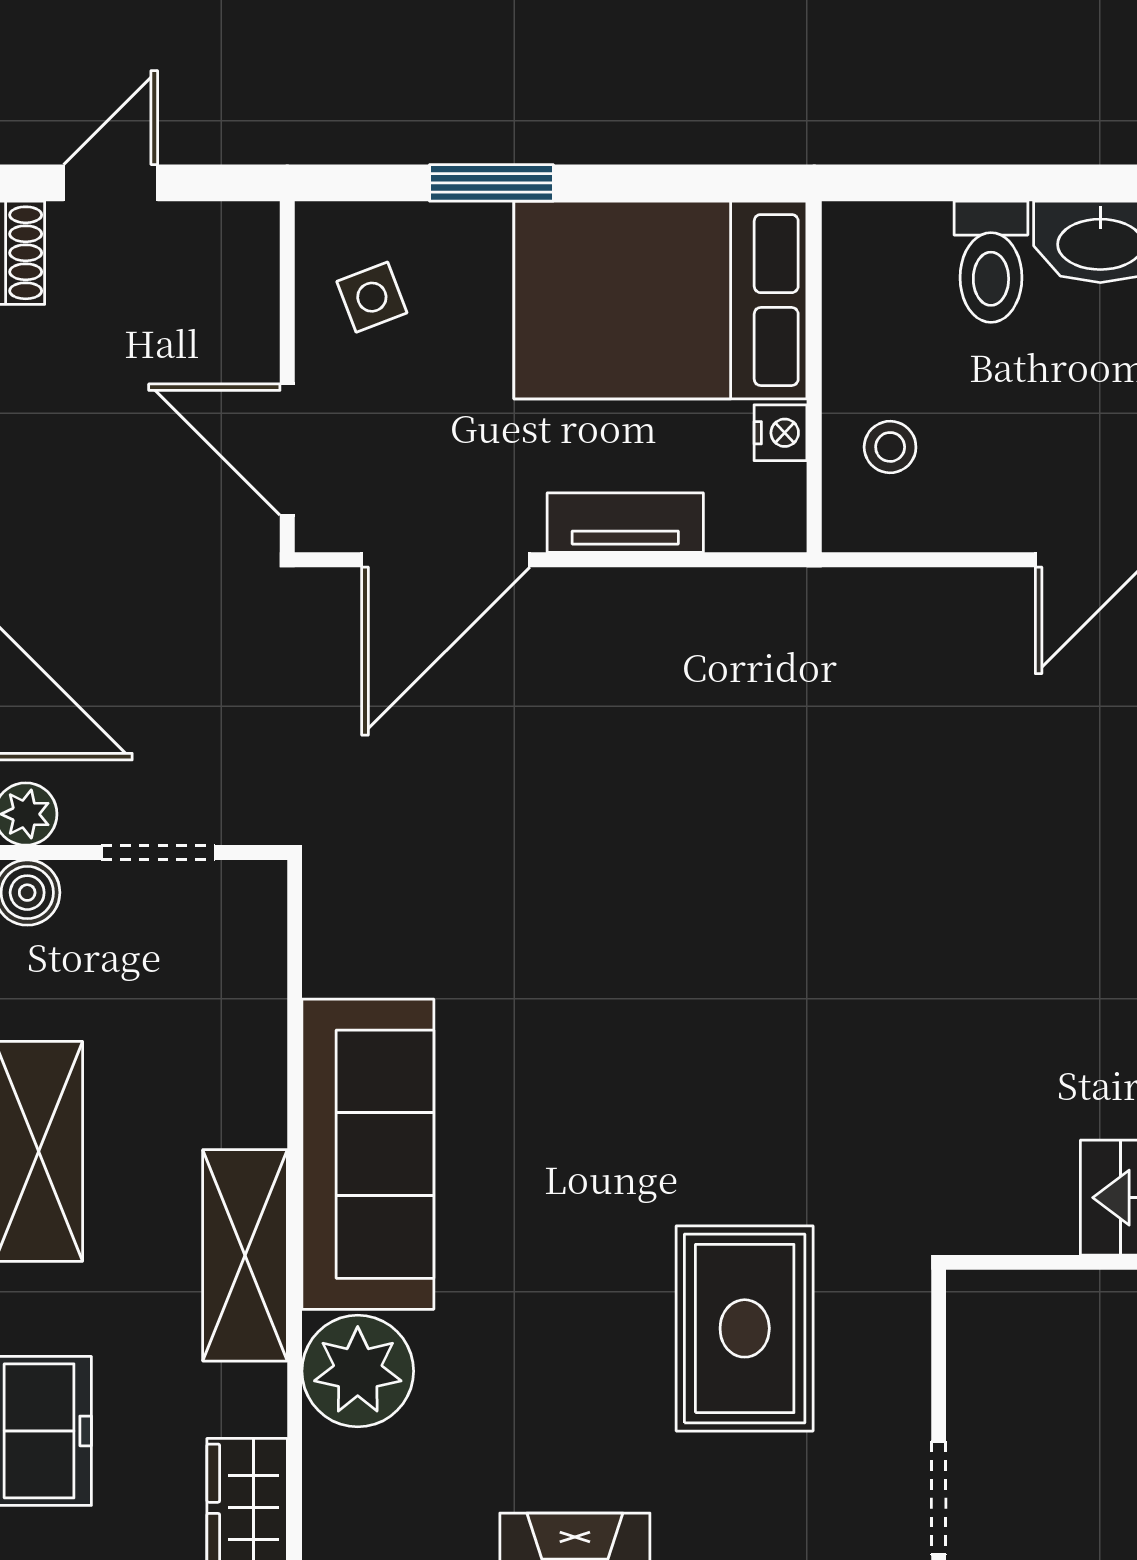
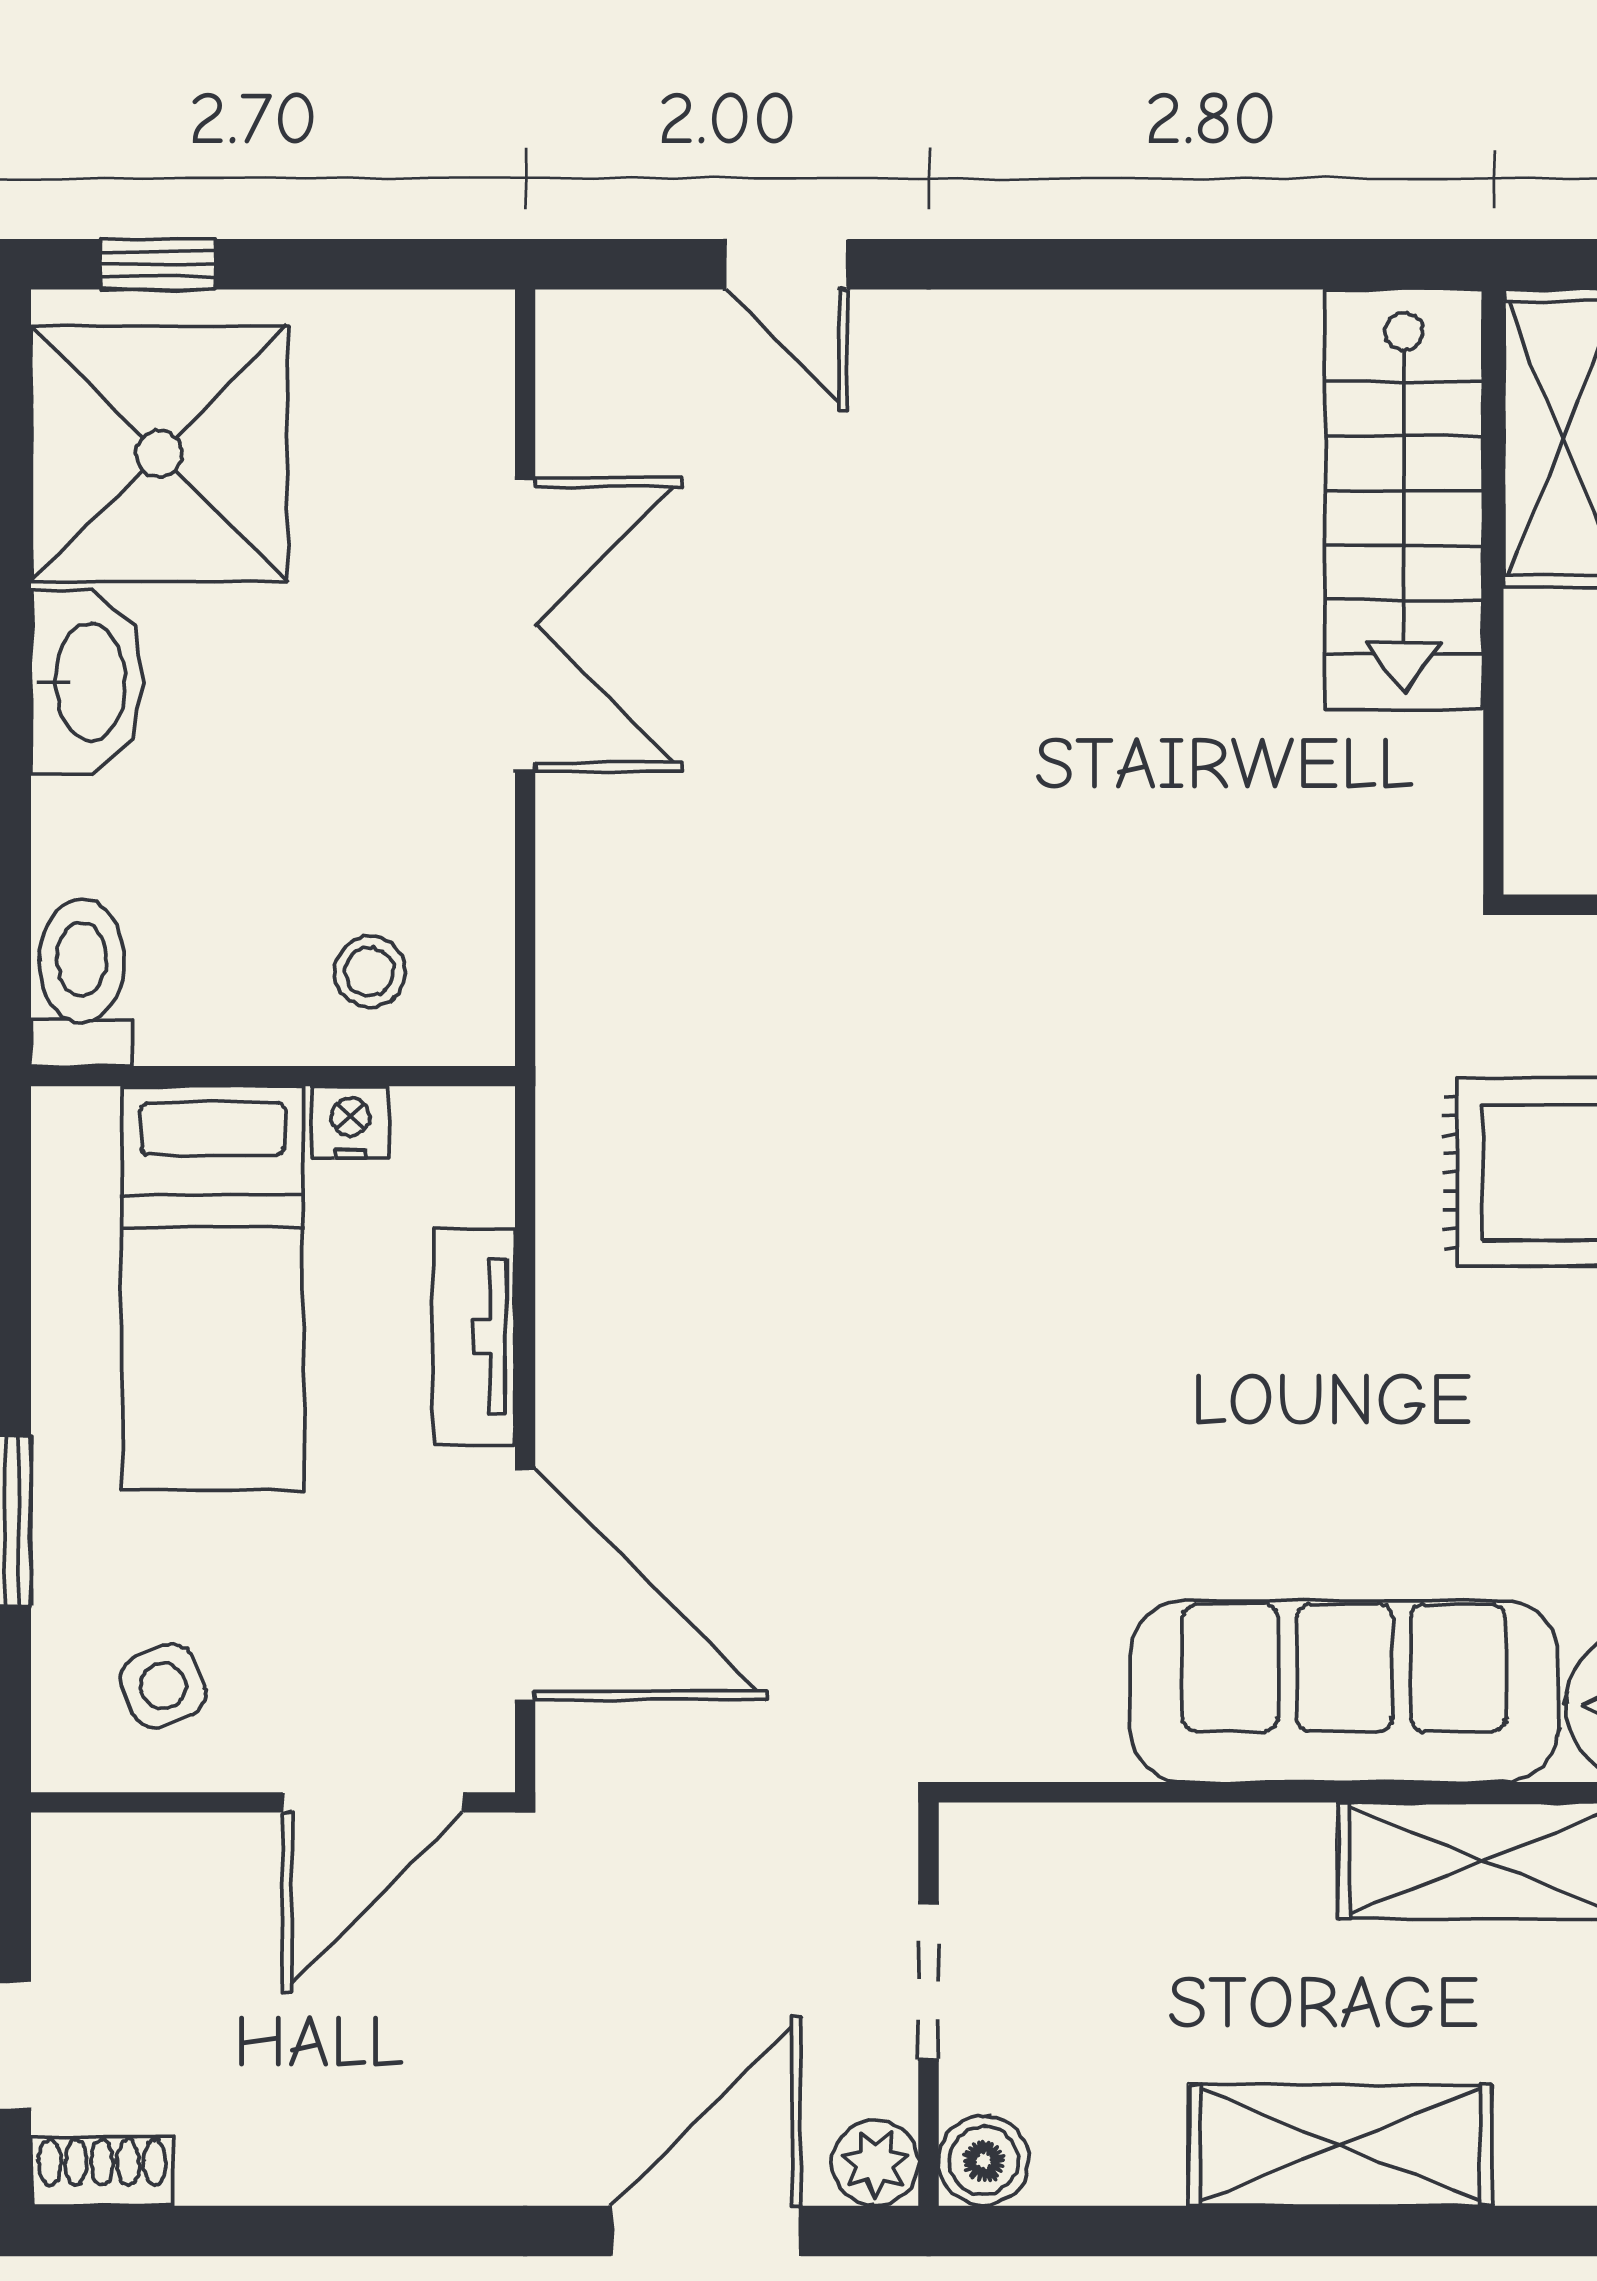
toilet: (991, 262) -> (82, 983), moved, turned -90
bed: (660, 300) -> (213, 1288), width x0.67

